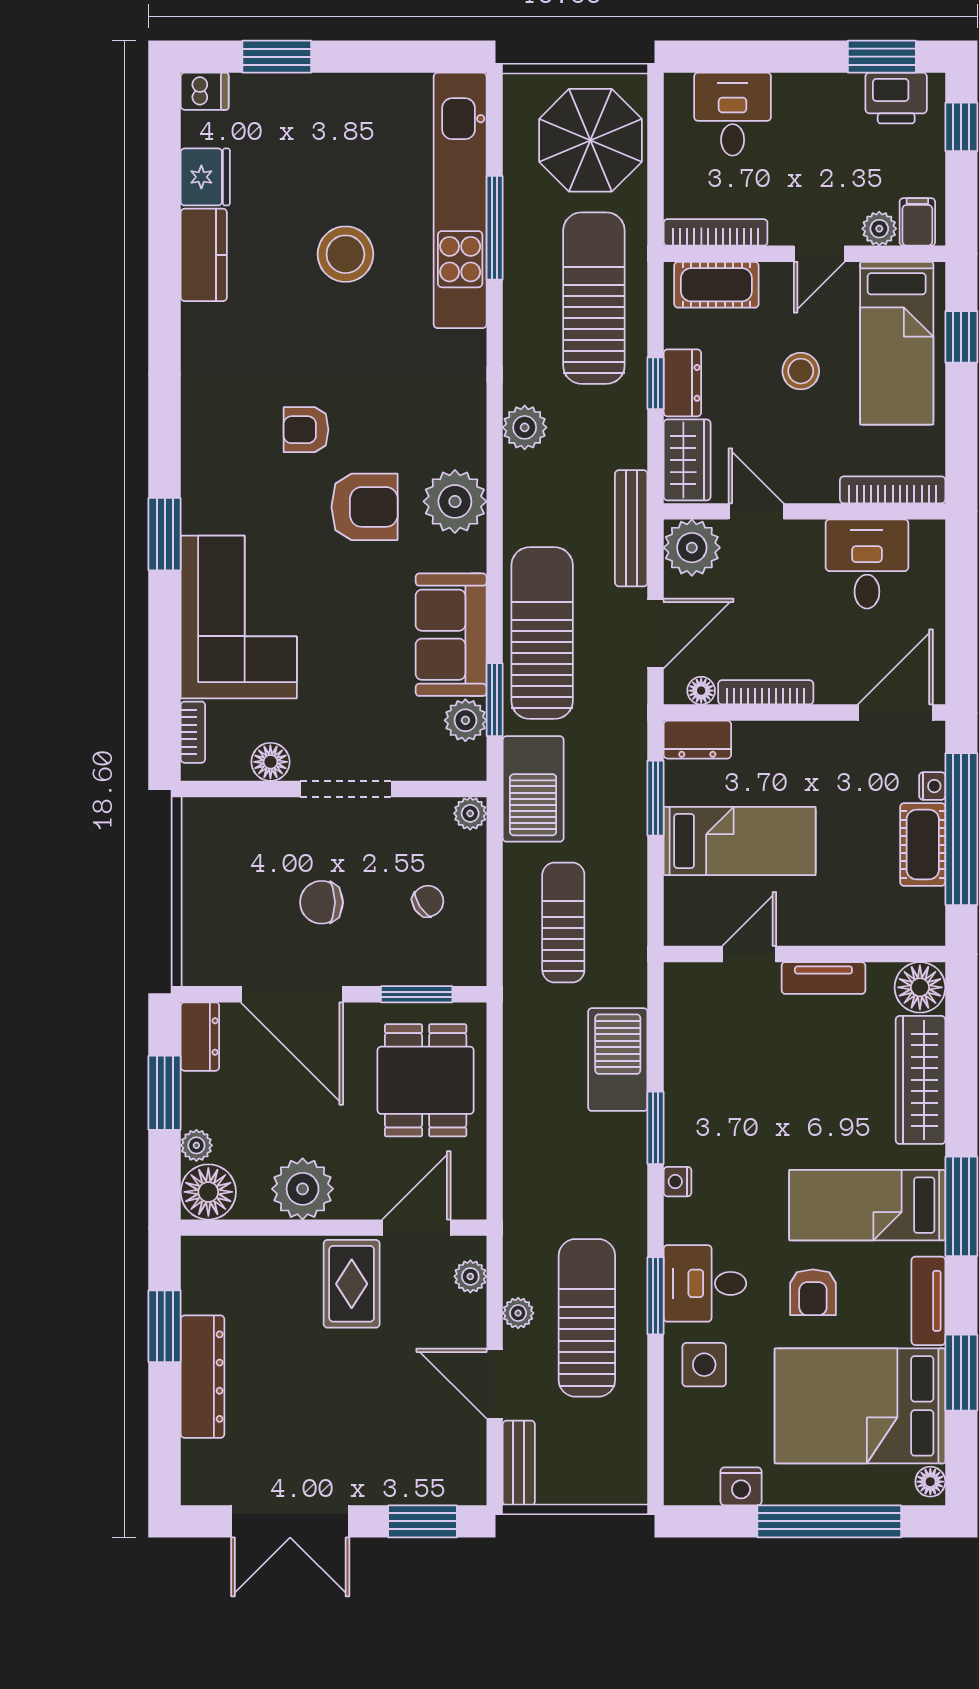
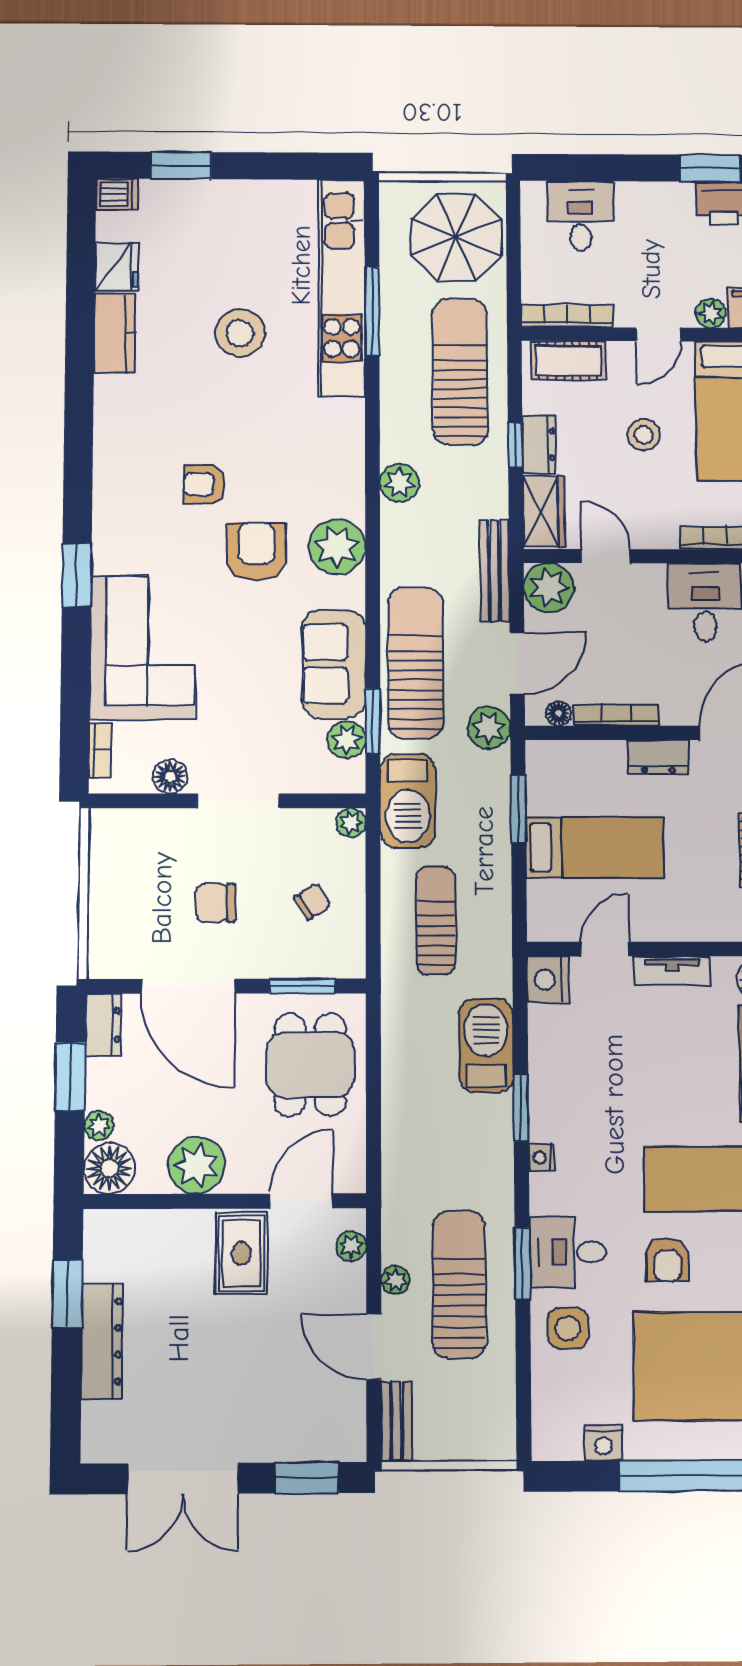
armchair: (365, 507) -> (256, 552), turned -90
plant: (624, 707) -> (489, 728), added
dresser: (697, 740) -> (658, 757), moved
nightstand: (686, 988) -> (548, 980), added

